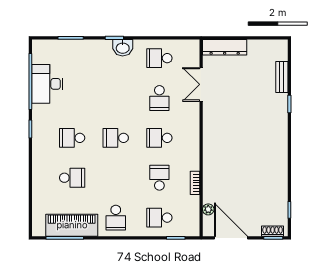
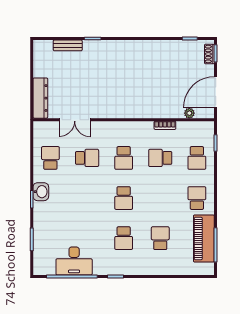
school desk: (159, 58) -> (50, 158), turned 180
school desk: (116, 218) -> (197, 198), turned -90

